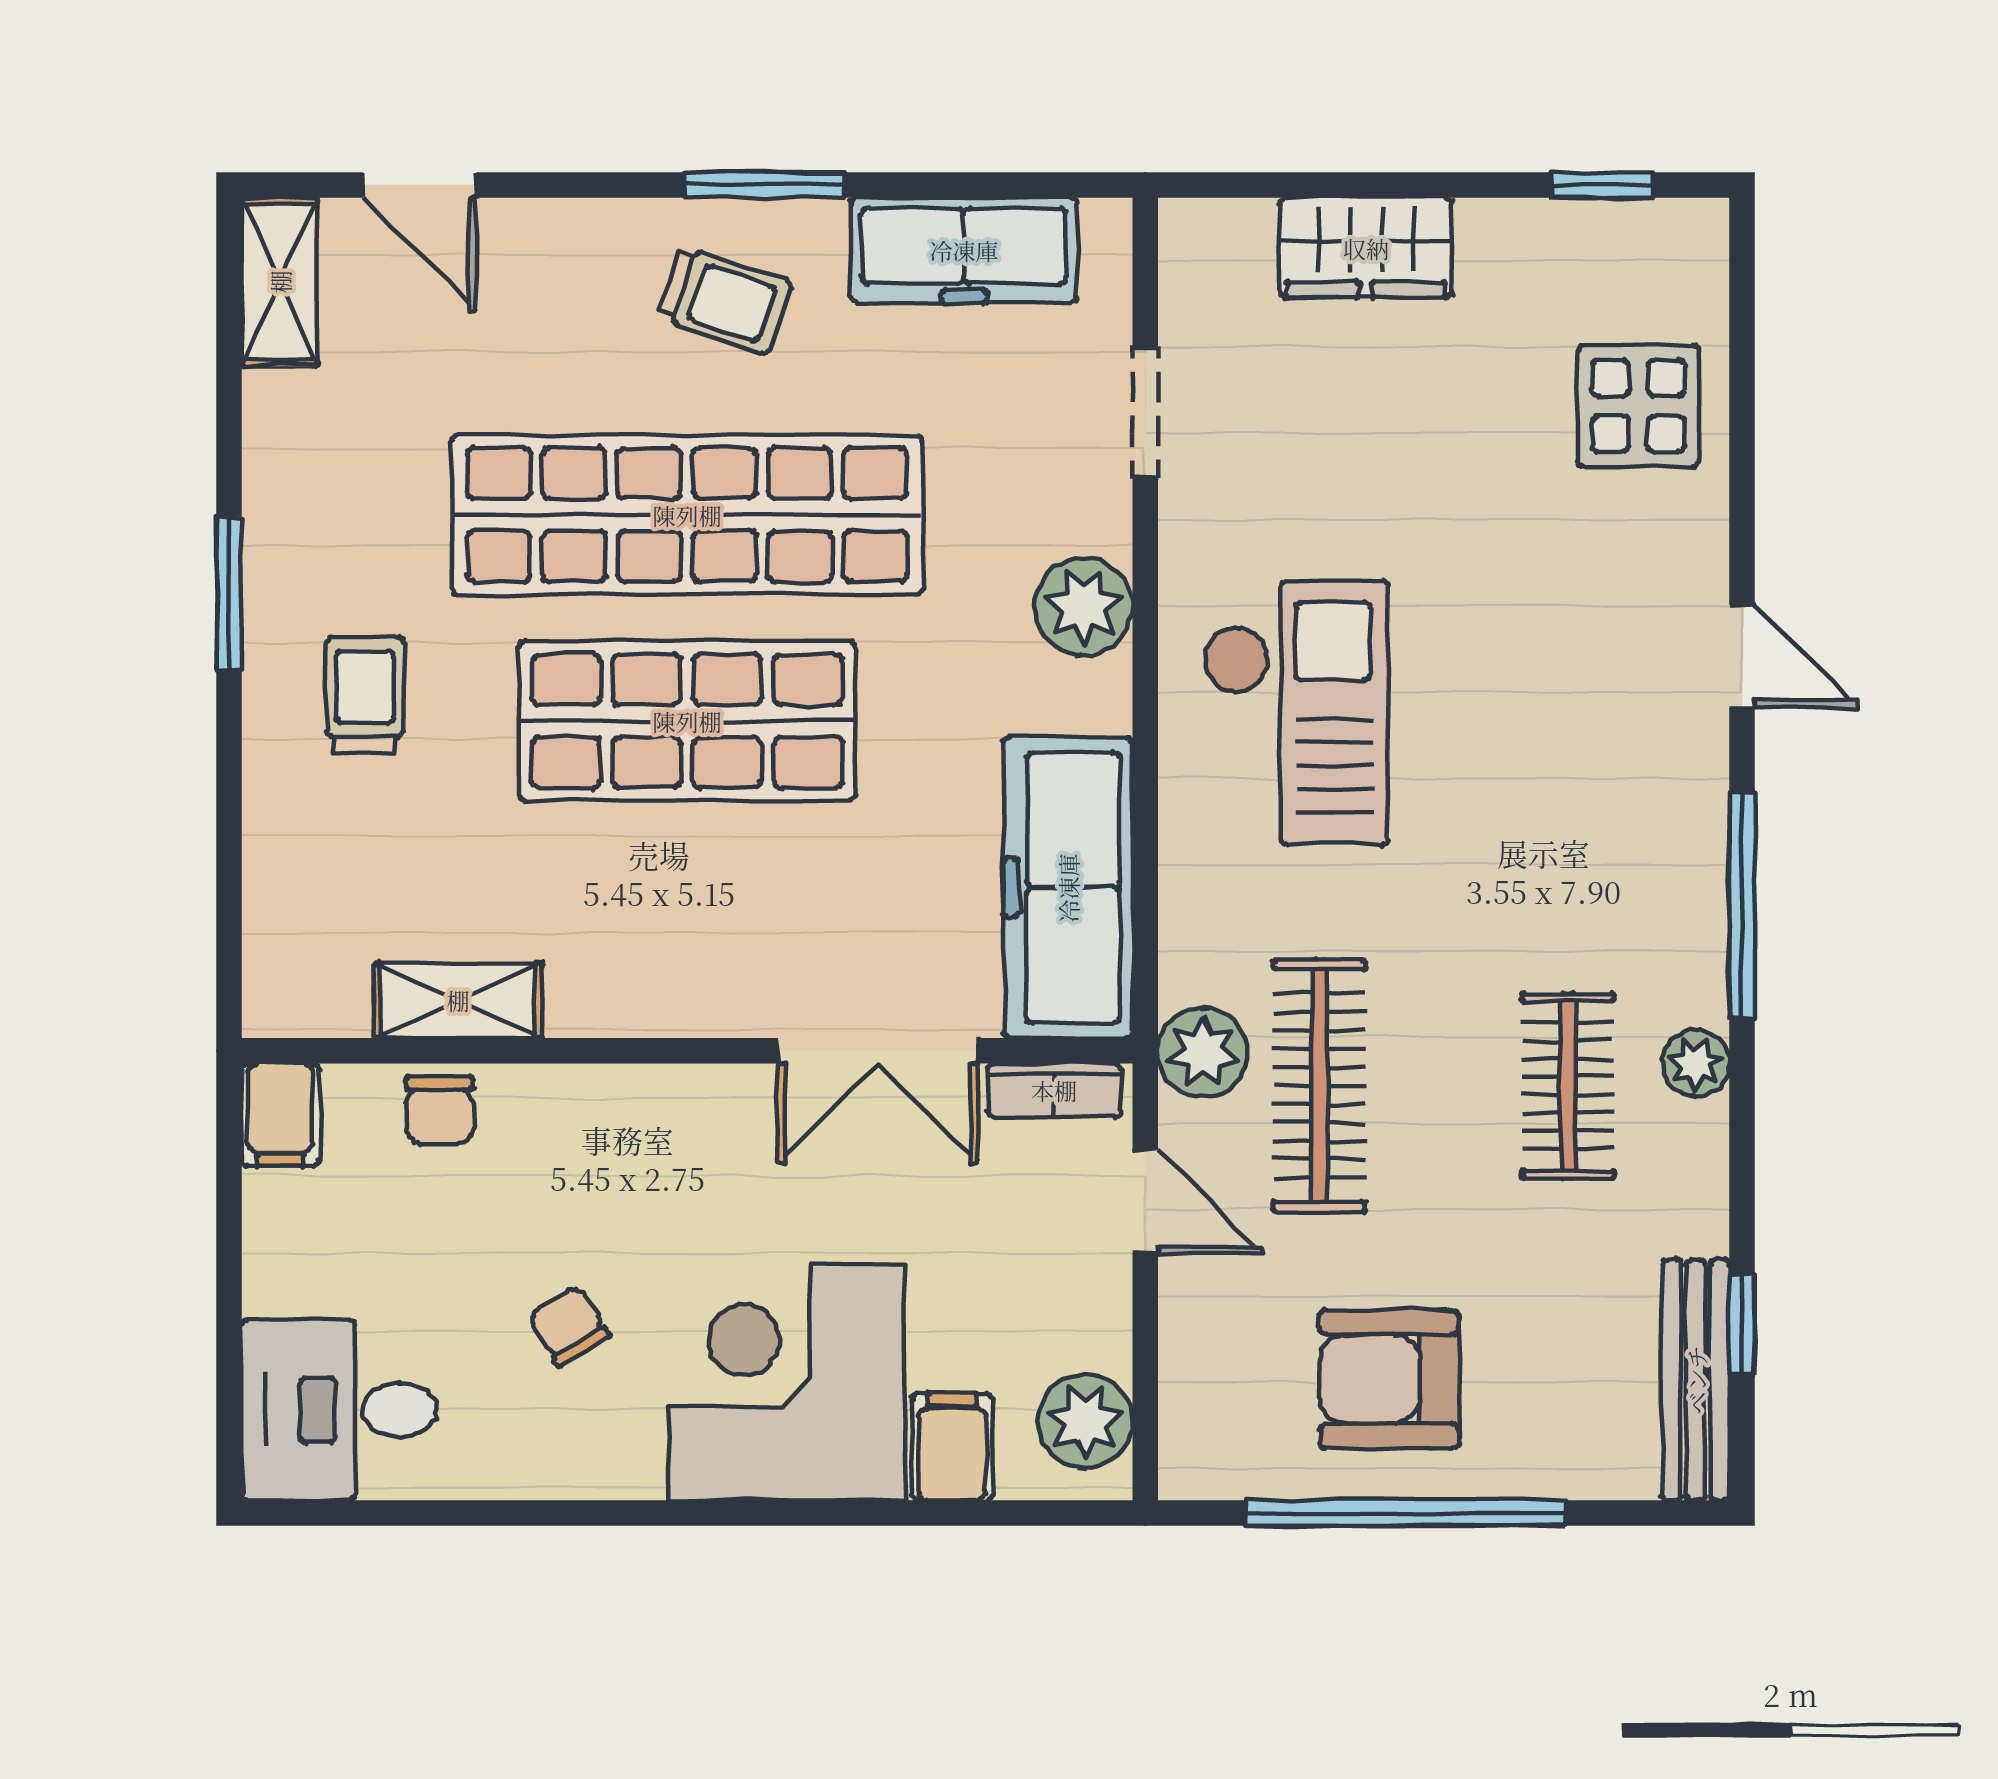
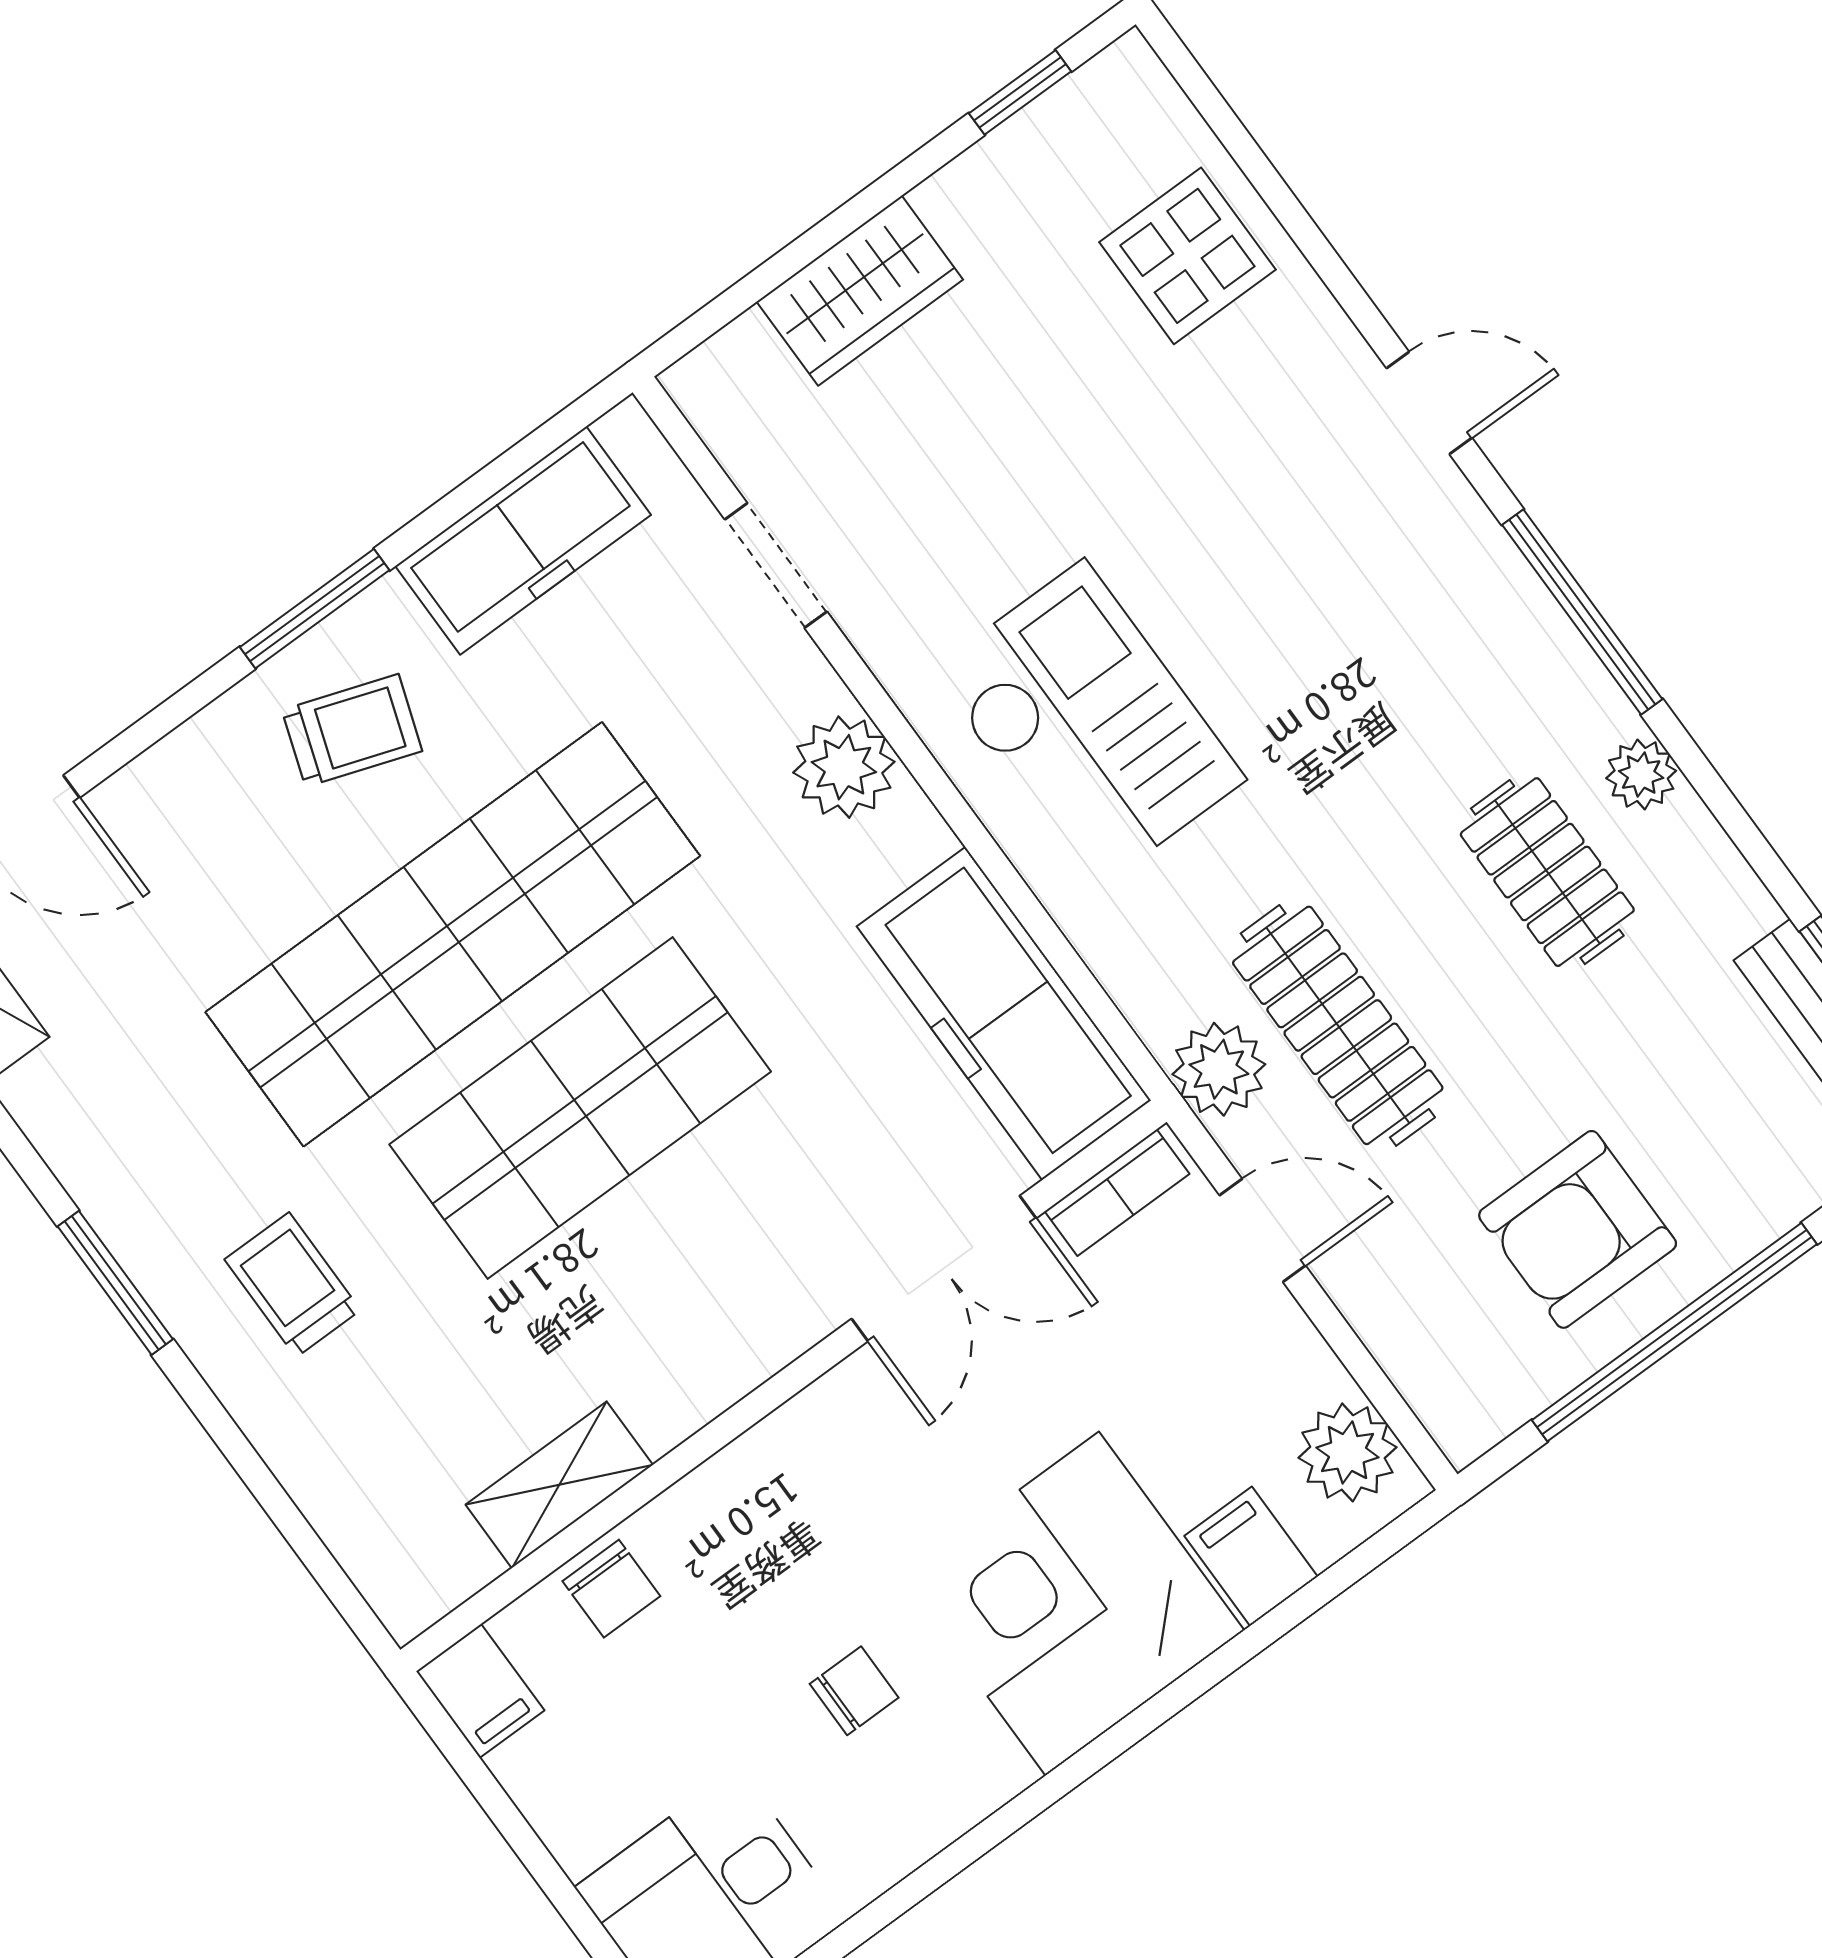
chair: (569, 1326) -> (854, 1691), turned 121

